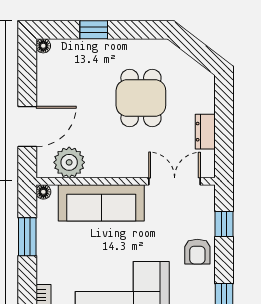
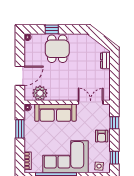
dining table: (141, 98) -> (57, 49), moved
dresser: (205, 132) -> (105, 61), moved

